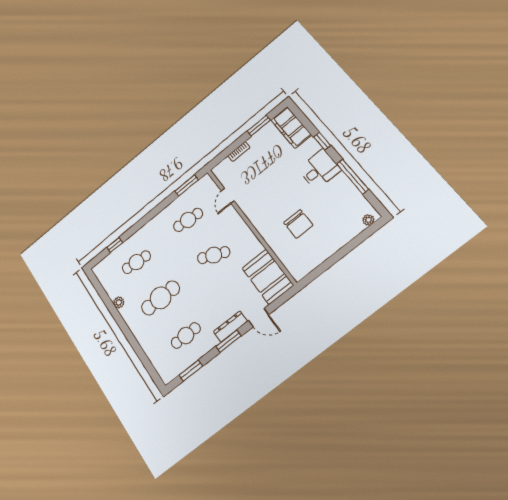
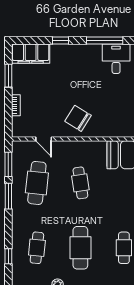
desk: (319, 169) -> (116, 59), moved
window: (162, 206) -> (8, 196), added
cafe table: (188, 220) -> (37, 183), width x1.37, depth x1.35
chair: (298, 224) -> (78, 118), moved, turned -148
cafe table: (214, 255) -> (80, 183), turned -33

